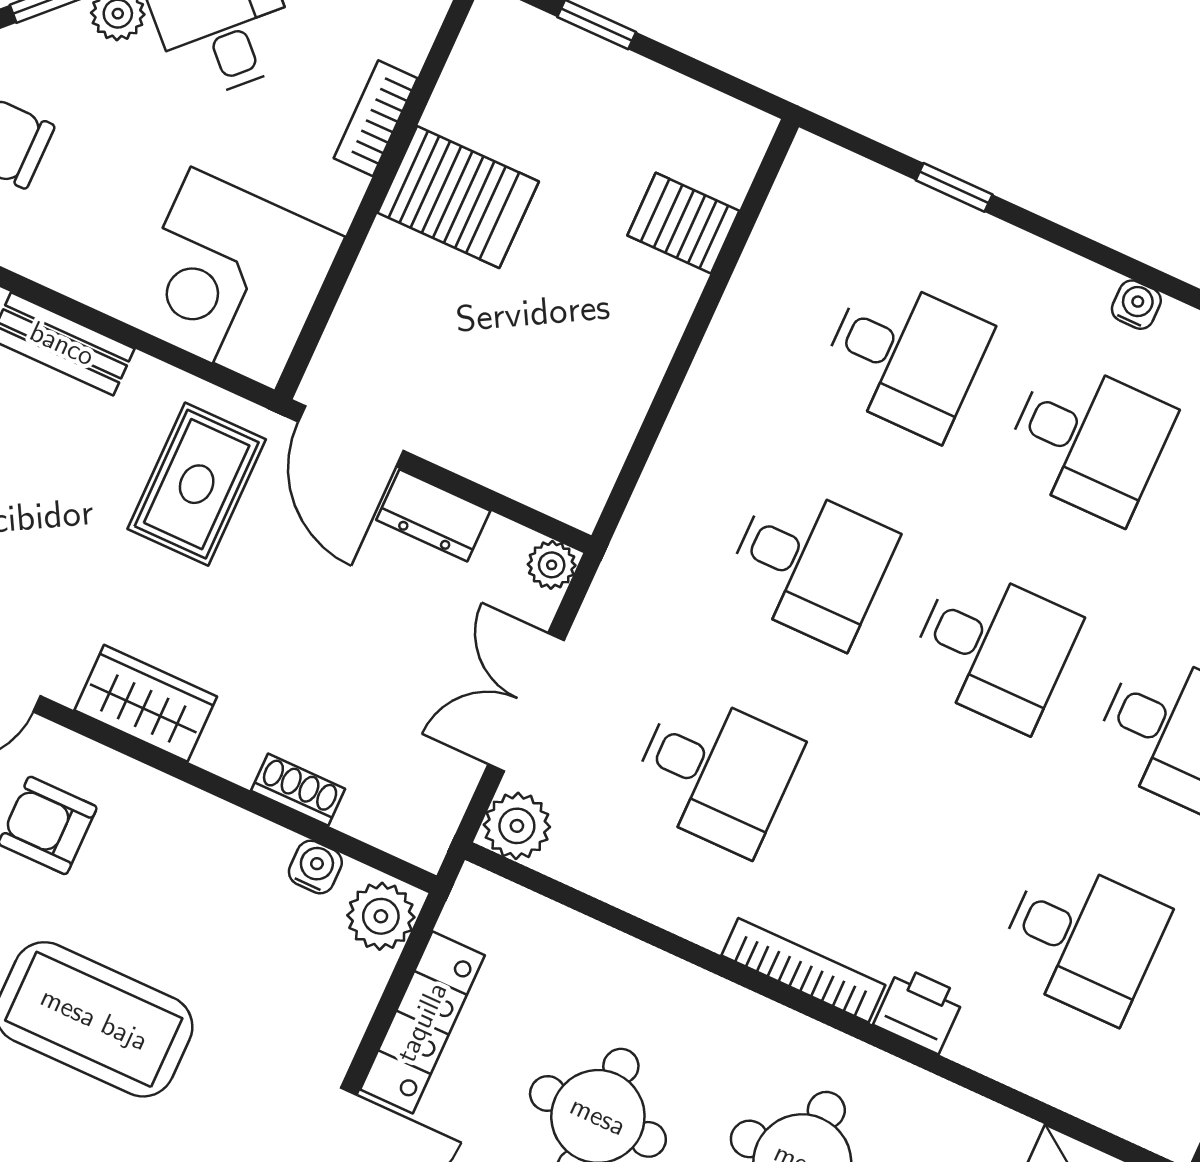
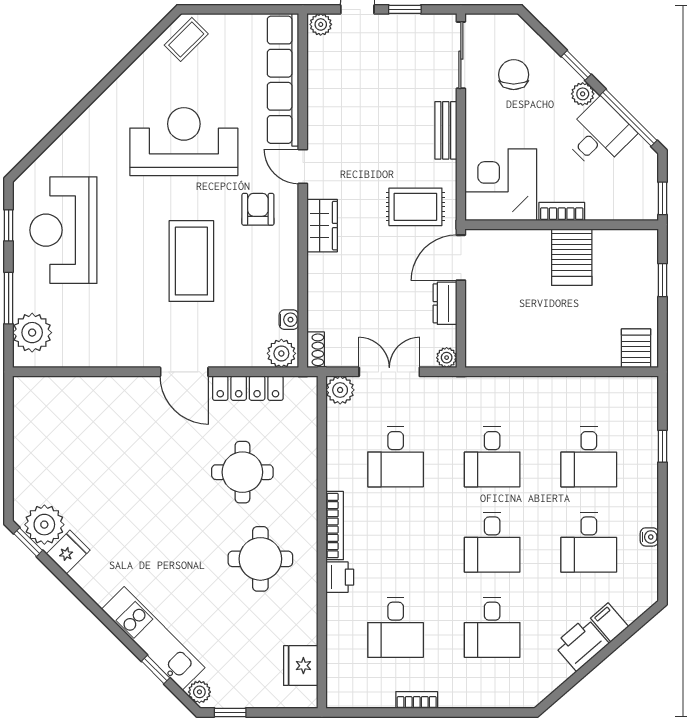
bookcase: (376, 118) -> (562, 211), moved
server rack: (683, 223) -> (636, 348), moved
shoe rack: (298, 790) -> (316, 350), moved

